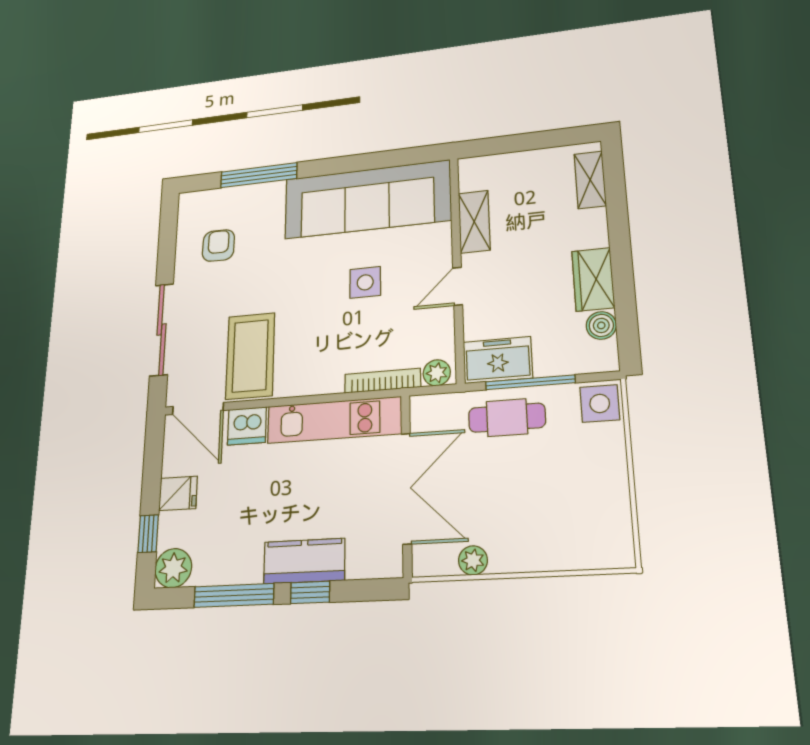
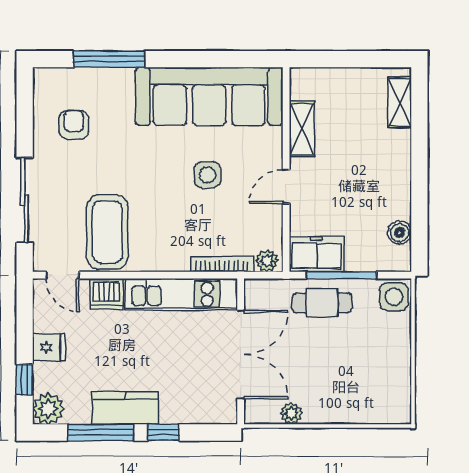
wardrobe: (593, 279) -> (396, 192), removed
door: (198, 408) -> (62, 275), width x0.73
kitchen counter: (304, 561) -> (125, 408), moved

